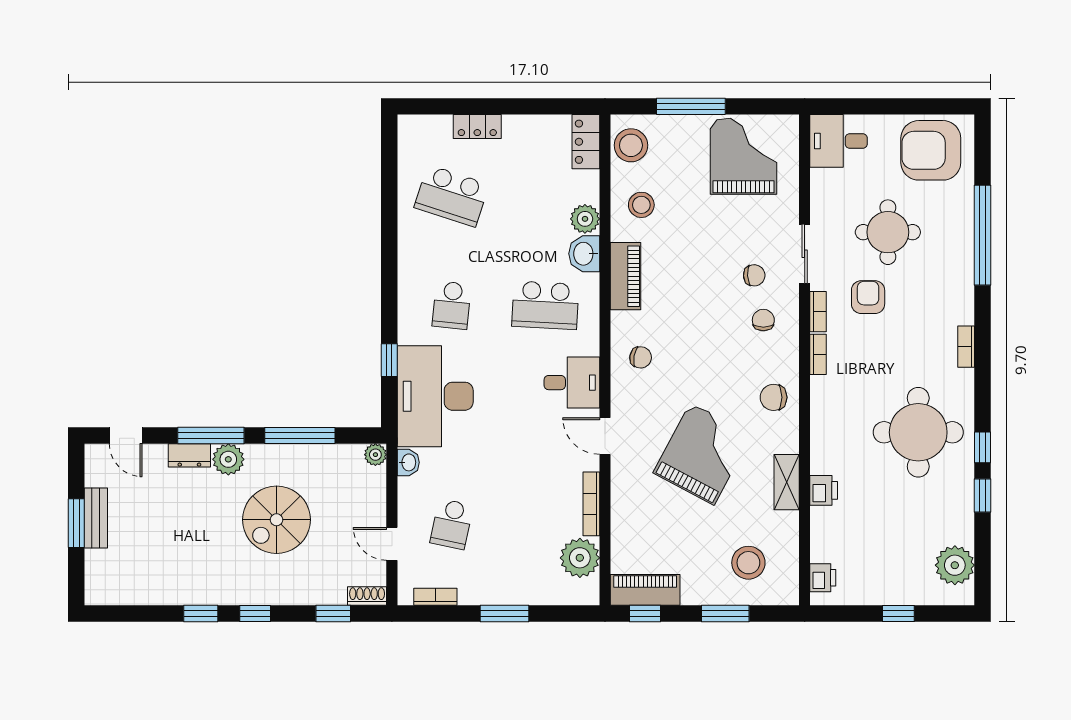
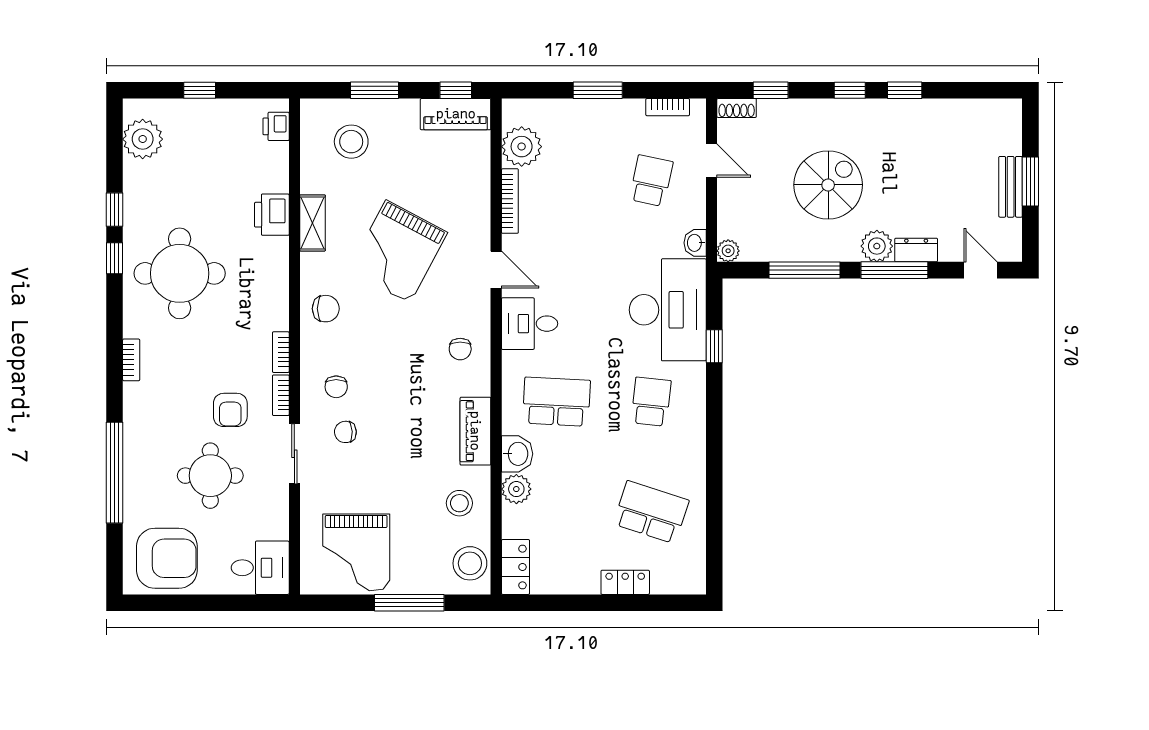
chair: (641, 357) -> (460, 349), turned -100
printer: (824, 490) -> (272, 215), width x1.36, depth x1.24

